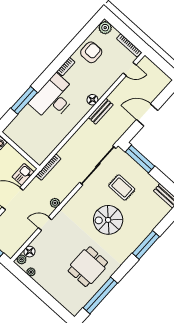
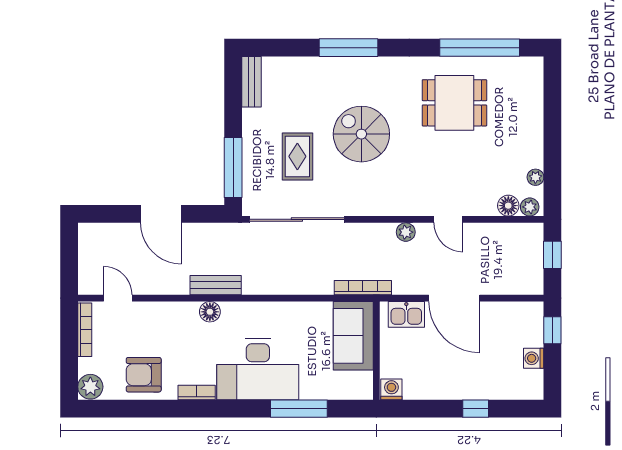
sofa: (33, 147) -> (353, 336), added
spiral stairs: (108, 220) -> (361, 134), turned 180

